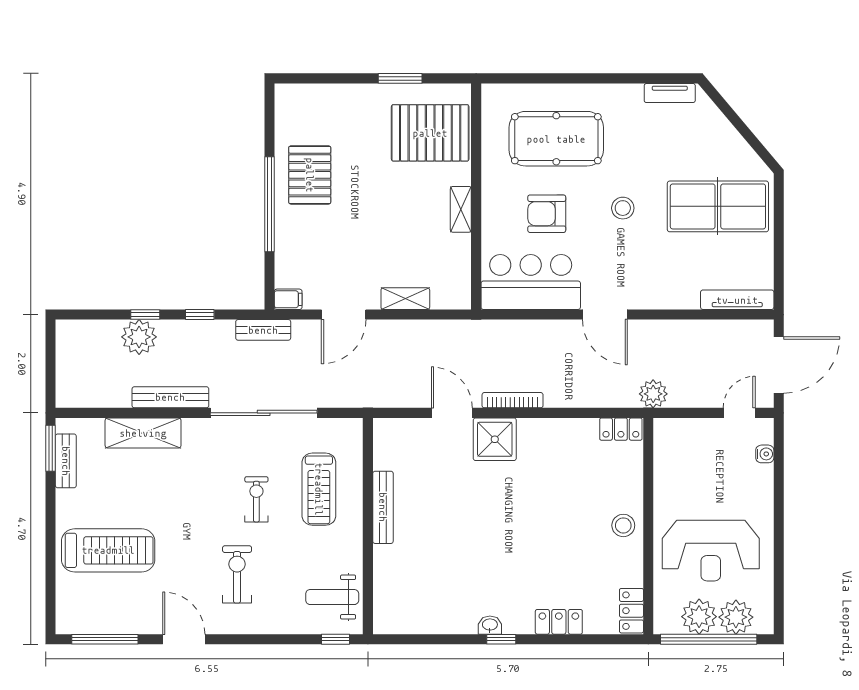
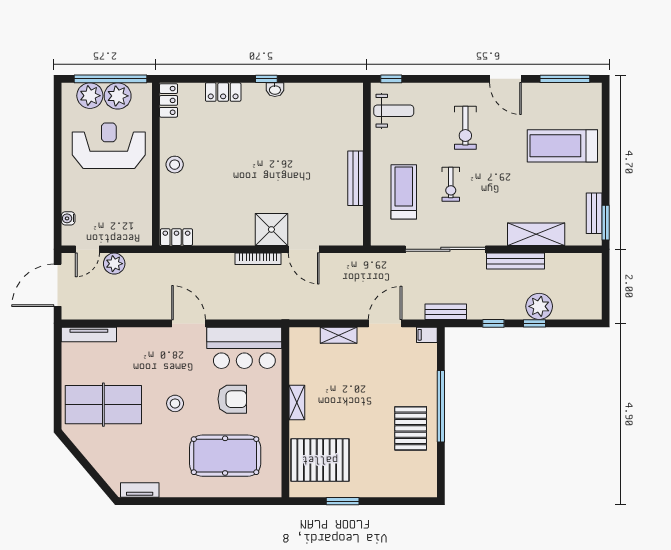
plant: (653, 394) -> (114, 264), moved

